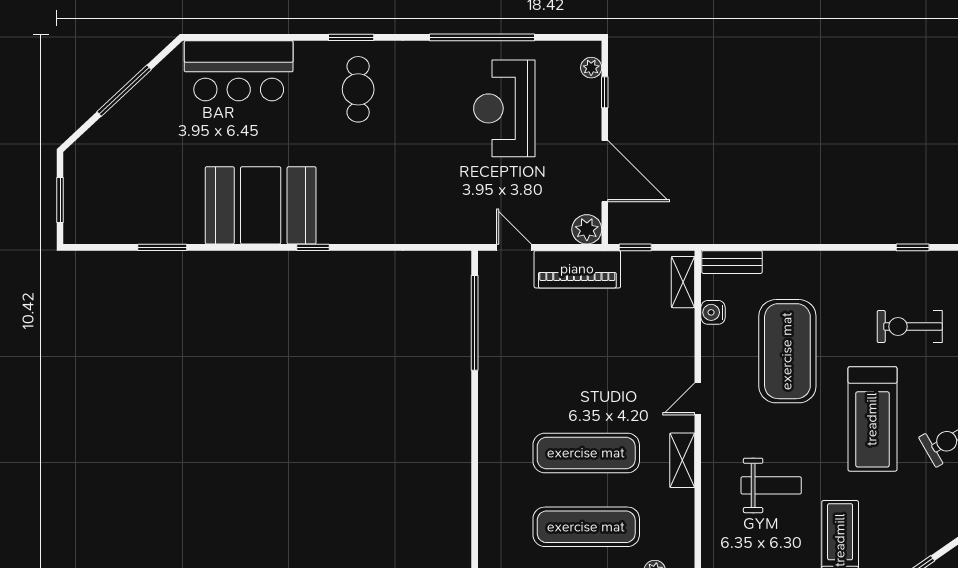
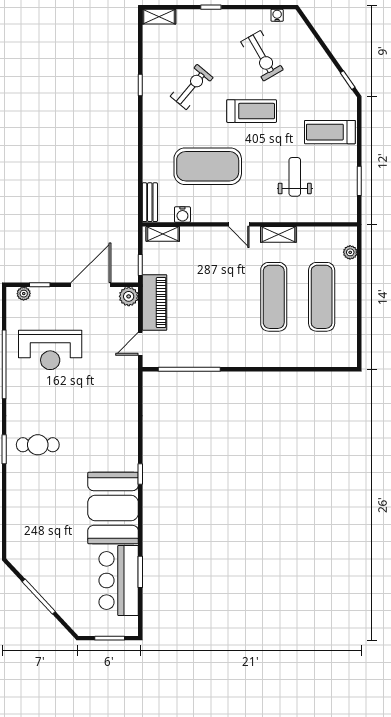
bar counter: (239, 71) -> (119, 580), moved, turned 180
exercise bike: (910, 327) -> (192, 87), turned -140
treadmill: (872, 419) -> (252, 111), width x0.73, depth x0.73

